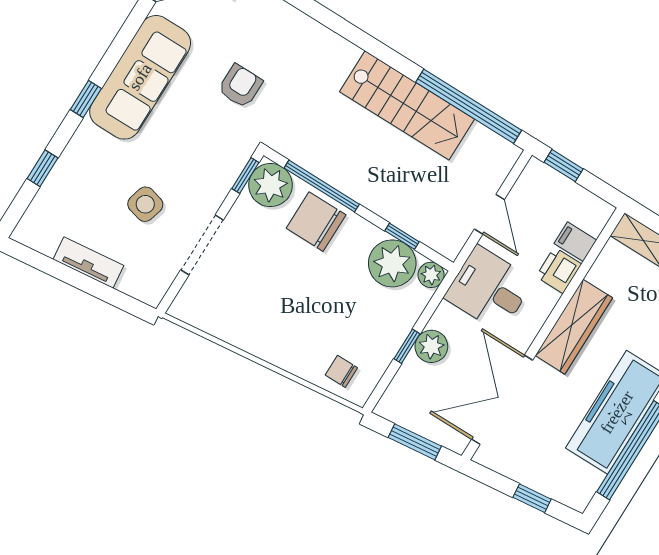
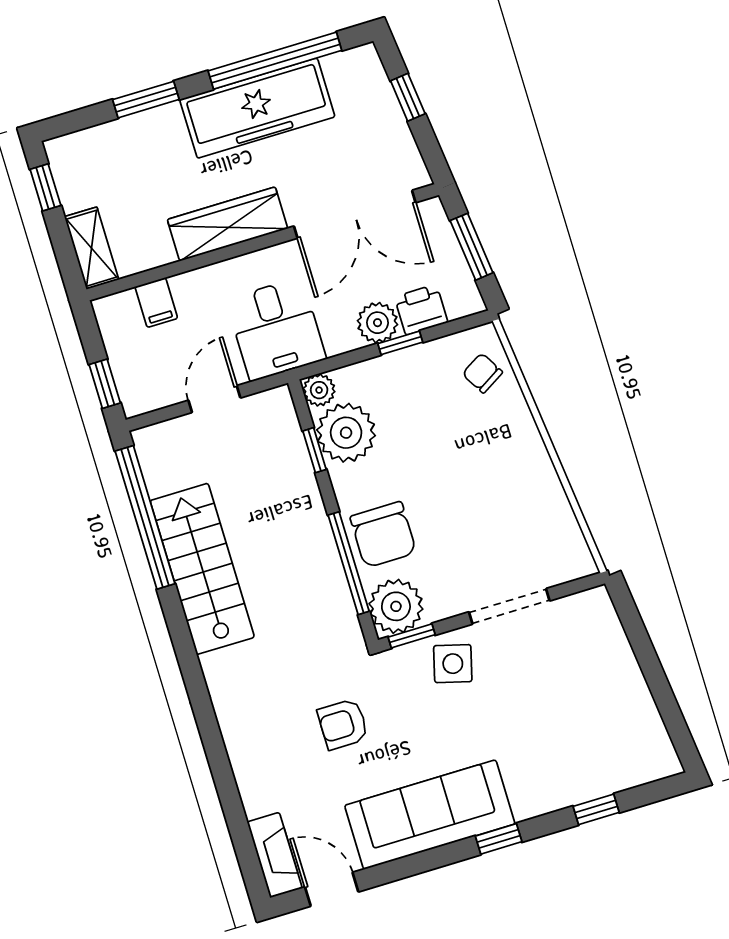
side table: (145, 204) -> (453, 664), moved
tv unit: (88, 262) -> (631, 683), removed
printer: (559, 270) -> (421, 310), moved, turned 180
chair: (341, 371) -> (482, 373), turned 149

